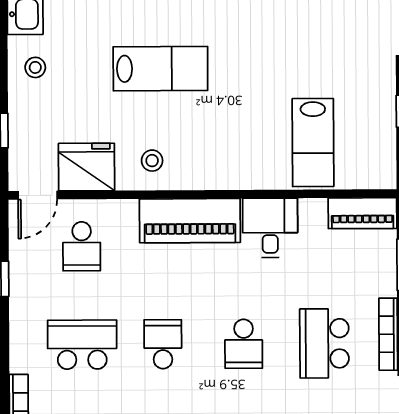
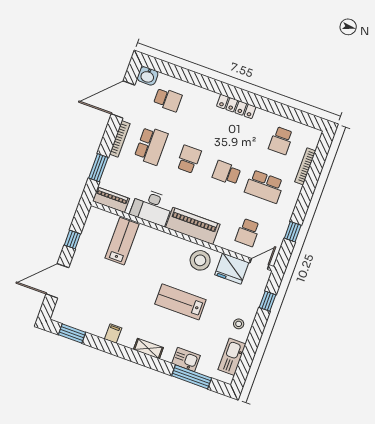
stool: (152, 161) -> (200, 260), width x1.89, depth x1.89
desk: (270, 228) -> (152, 207), width x1.37
school desk: (82, 246) -> (248, 232), turned 180
school desk: (163, 344) -> (227, 173), turned 90

